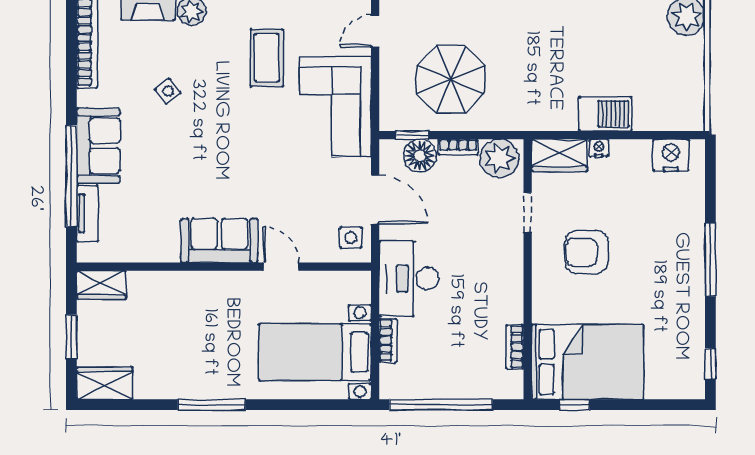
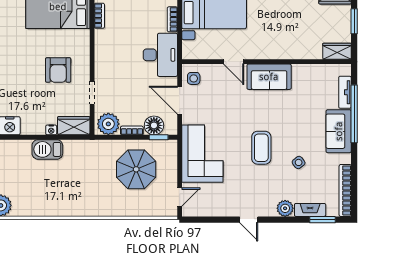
coffee table: (267, 58) -> (261, 148), moved
armchair: (587, 252) -> (58, 70), turned 90

